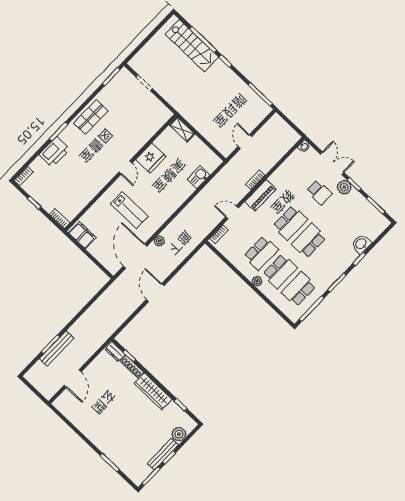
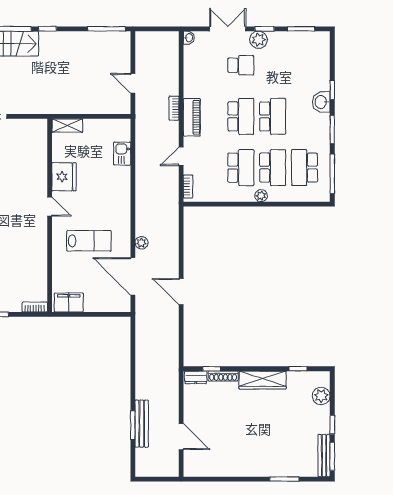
school desk: (309, 241) -> (273, 116), turned 180
washbasin: (361, 244) -> (321, 102), moved
bench: (163, 454) -> (324, 456), moved

